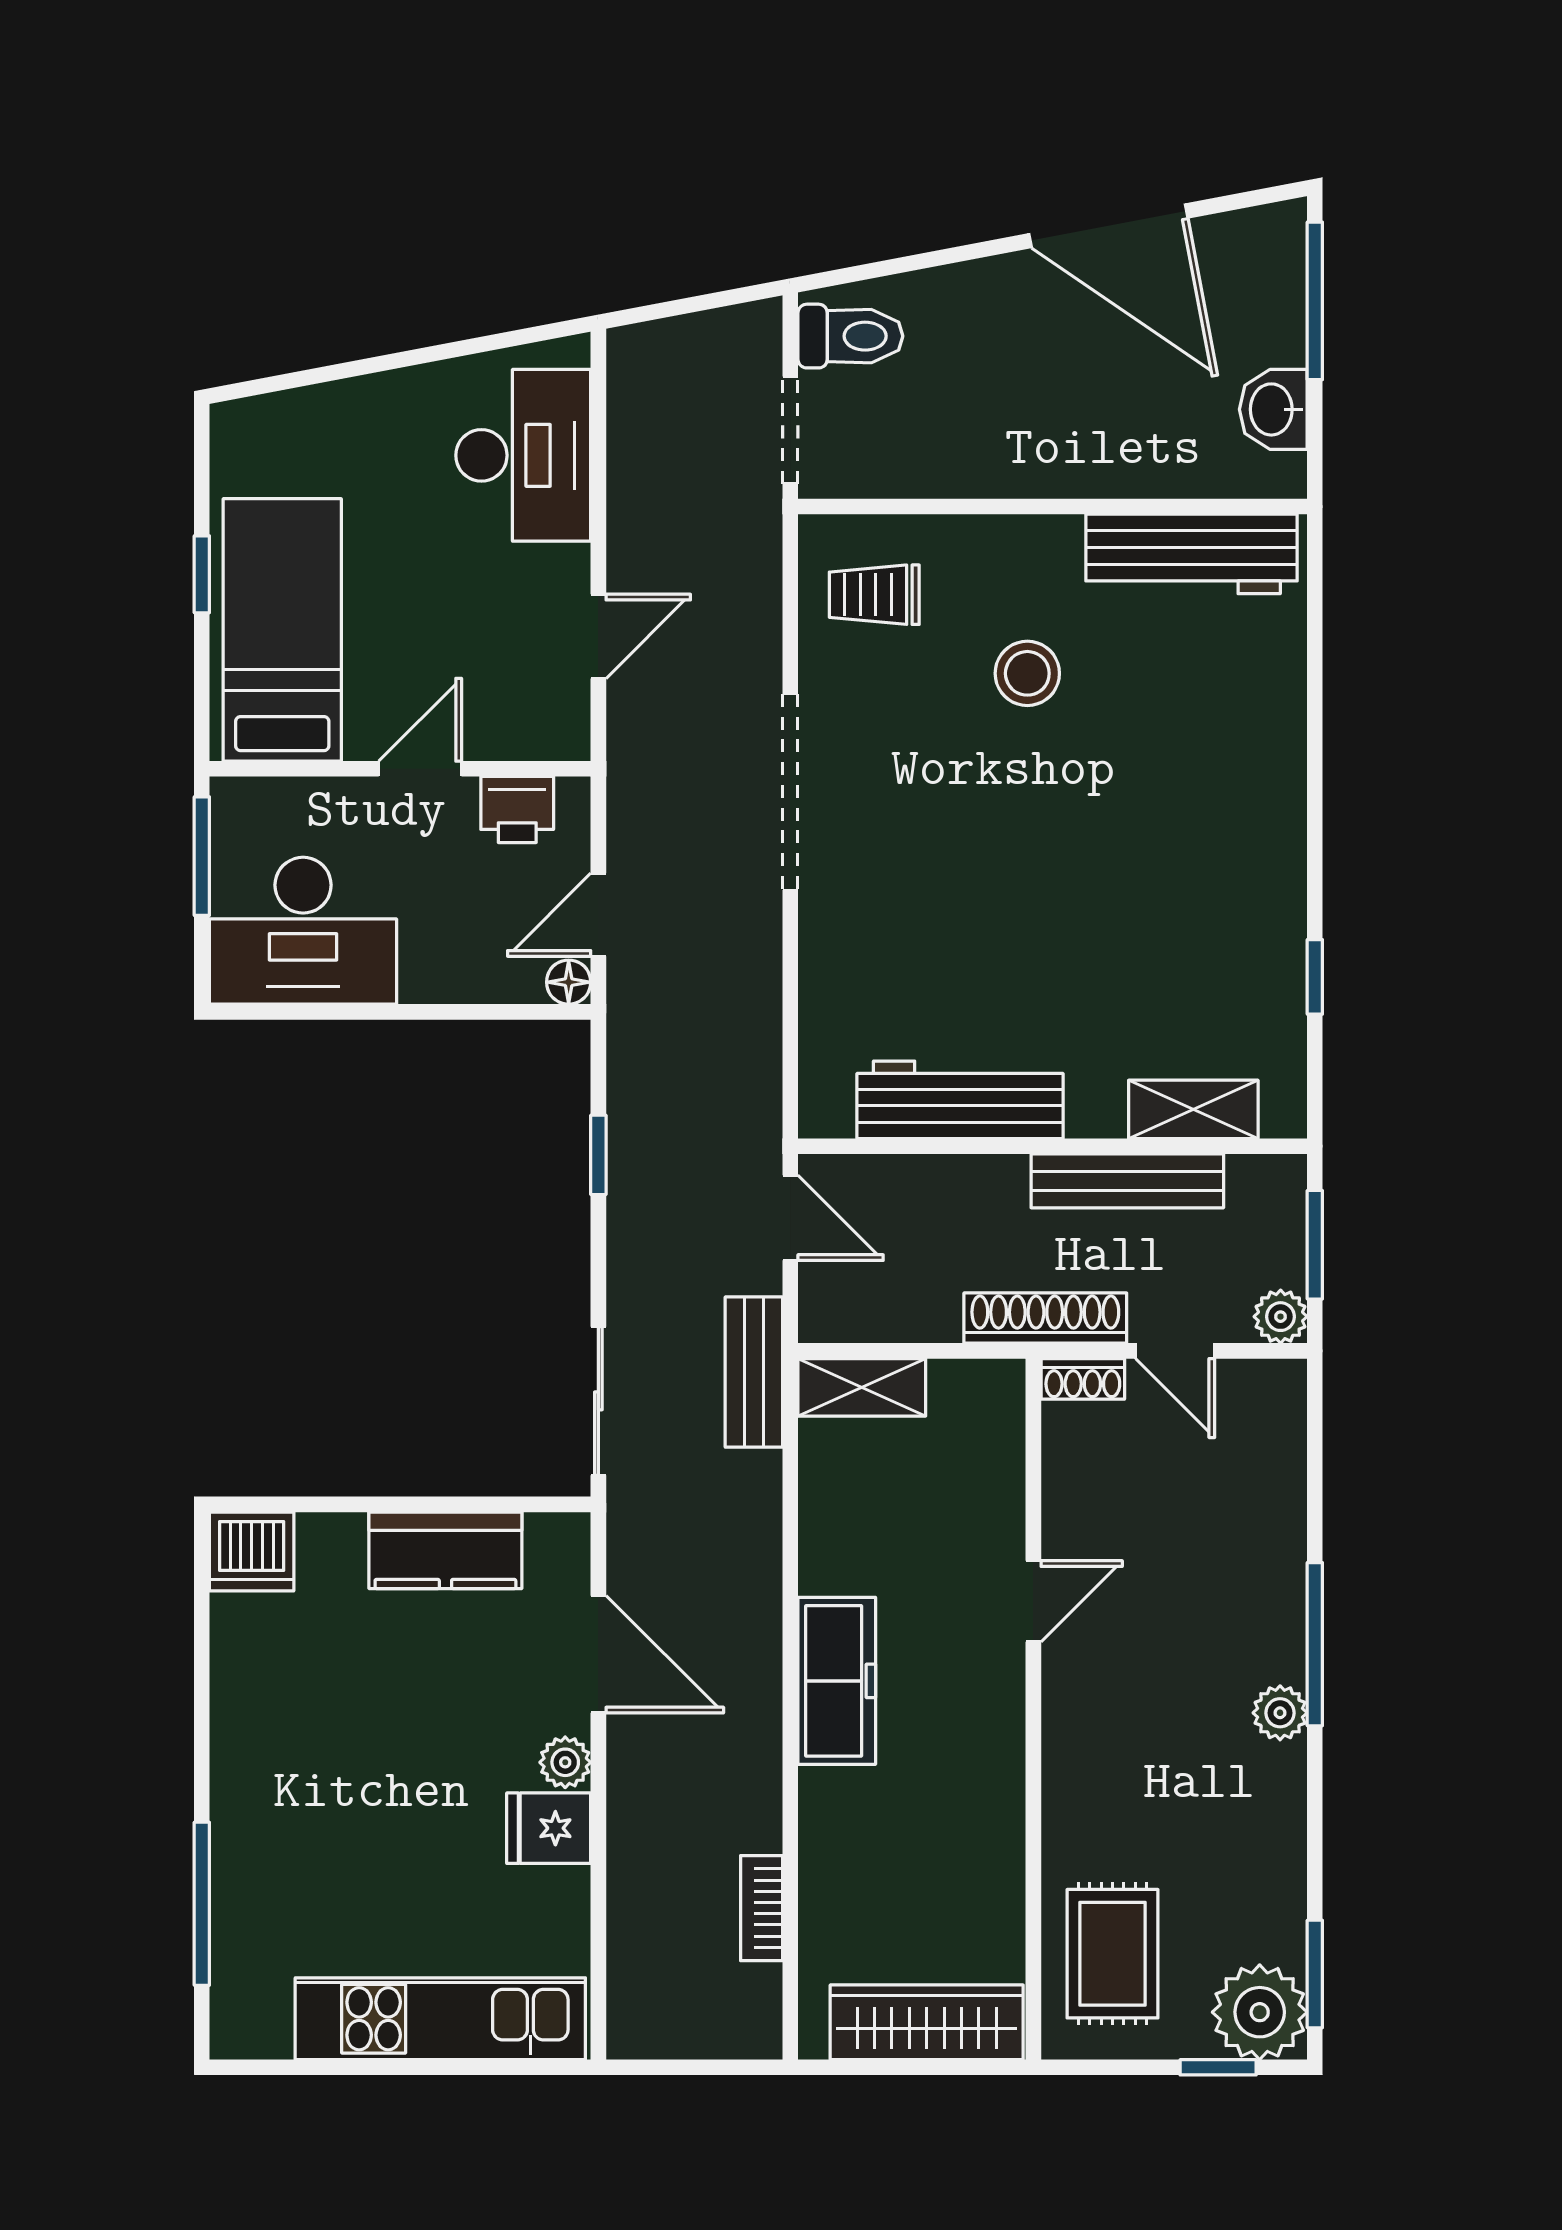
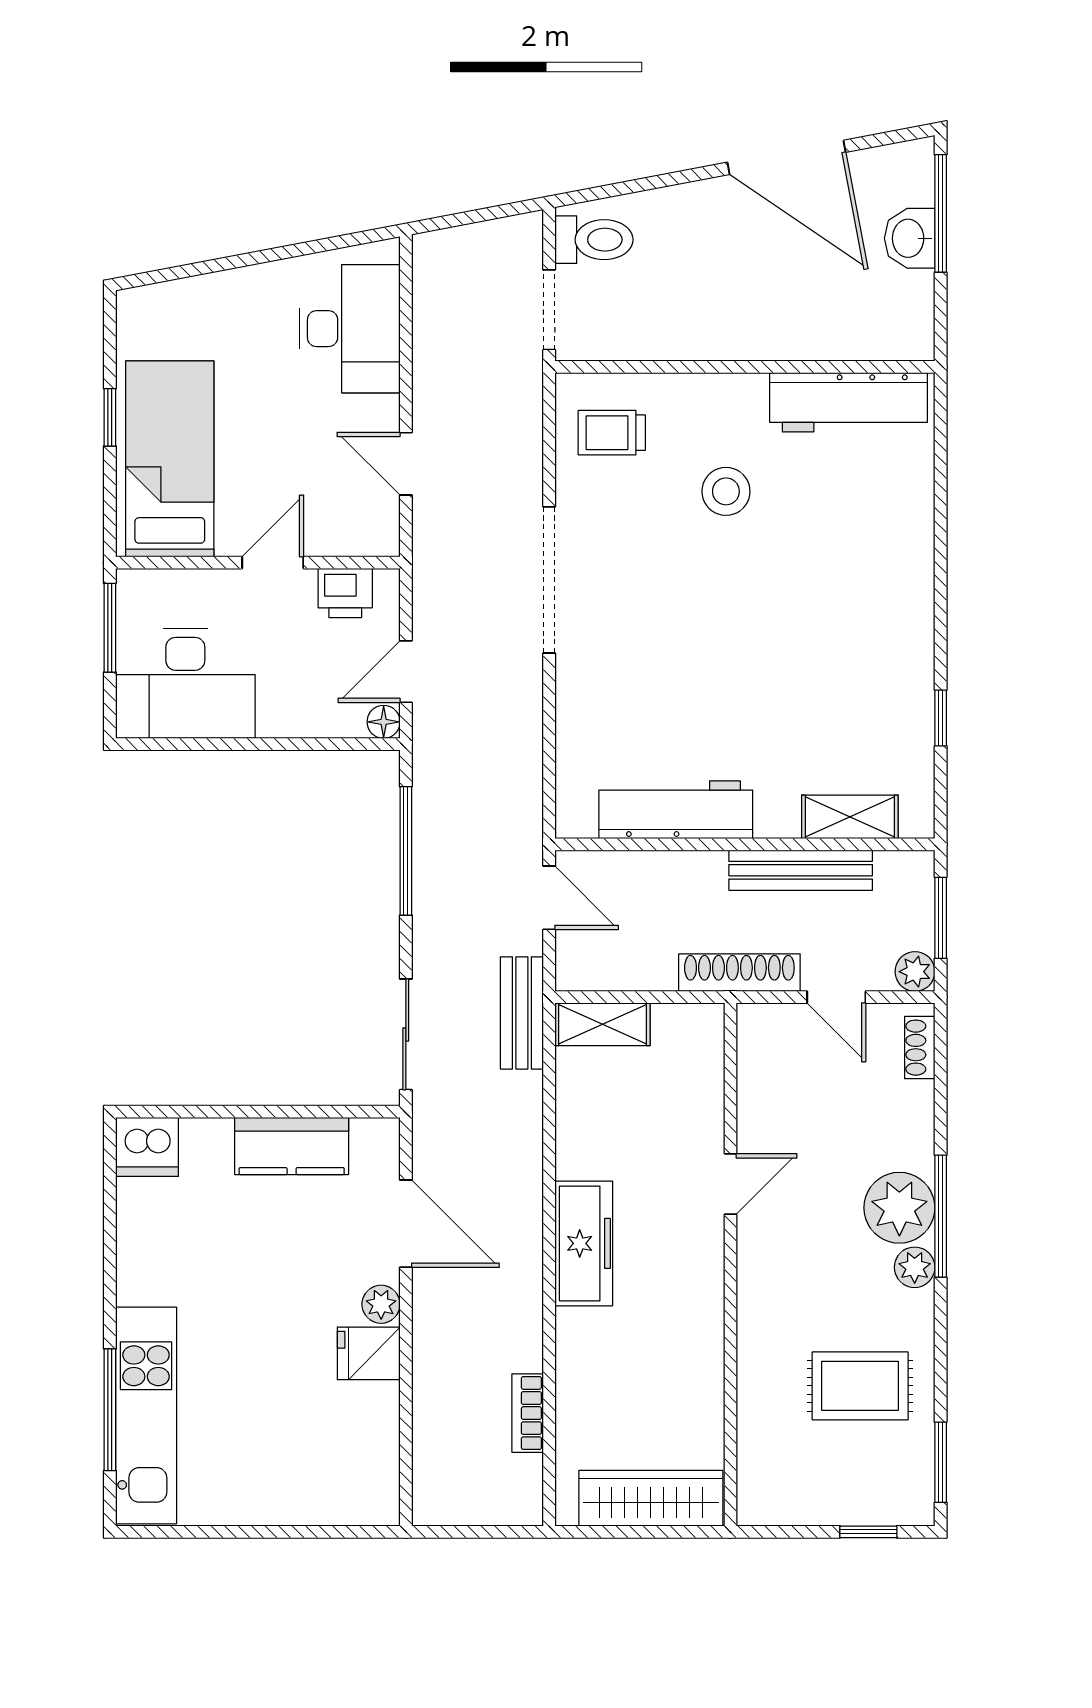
washbasin: (1273, 409) -> (910, 238), moved
door: (598, 636) -> (406, 464), swing flipped
window: (598, 1155) -> (406, 851), width x2.17
shoe rack: (1083, 1379) -> (920, 1048), moved, turned 90
rug: (1113, 1954) -> (860, 1386), moved, turned 90
plant: (1260, 2012) -> (899, 1208), moved
kitchen unit: (440, 2019) -> (146, 1416), moved, turned 90

